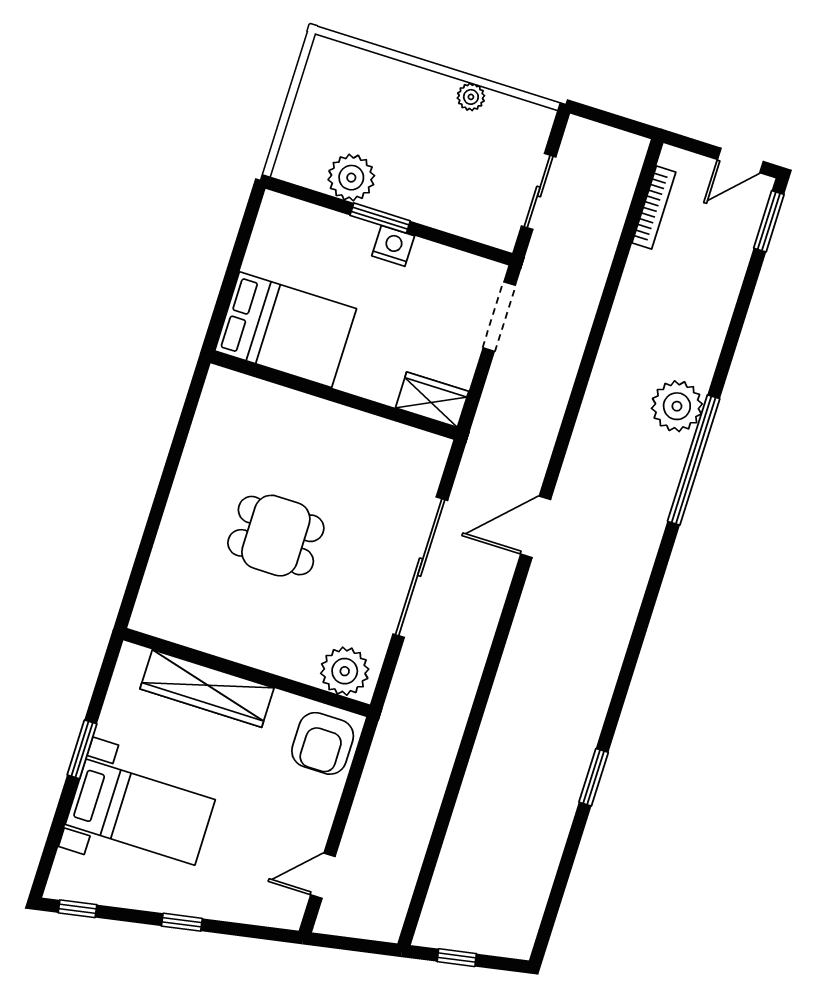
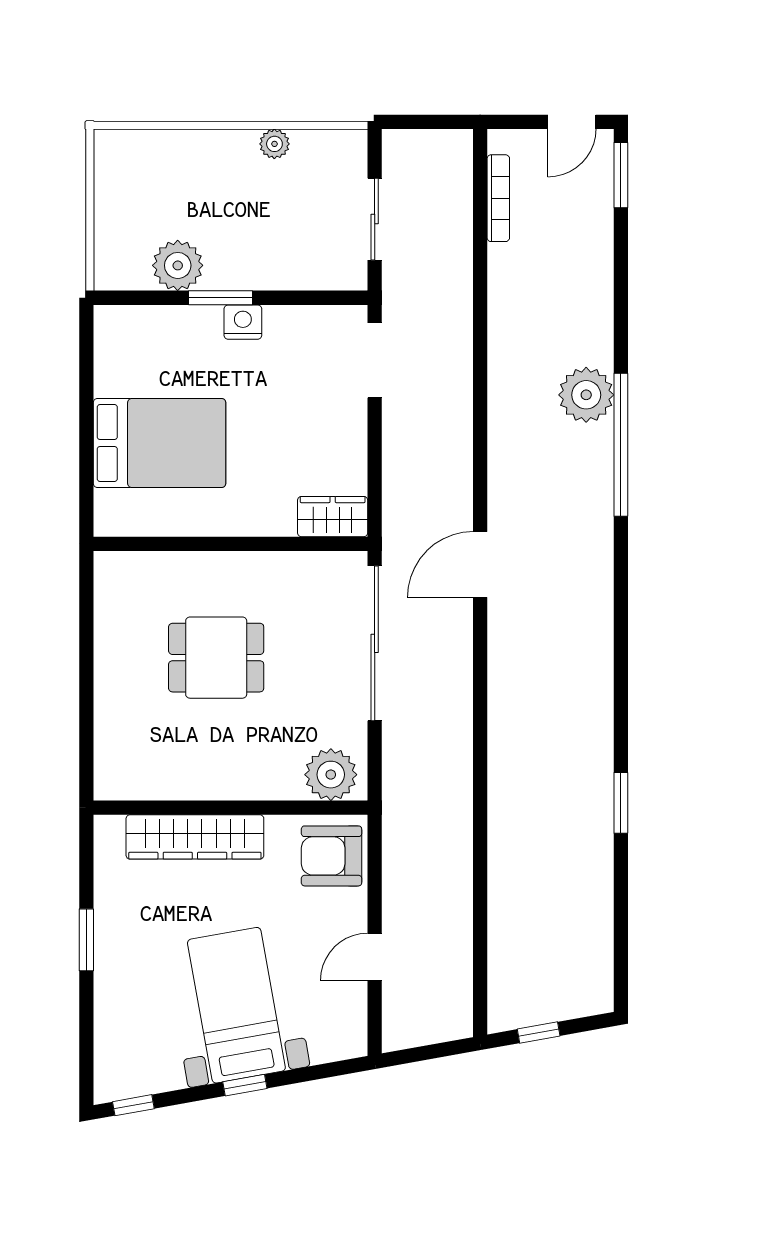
wall: (334, 395) -> (230, 544), moved
wardrobe: (432, 400) -> (333, 517), moved
armchair: (323, 743) -> (332, 856), turned 90
bed with nightstands: (140, 812) -> (236, 1005), moved, turned -100
door: (323, 876) -> (375, 957), moved

